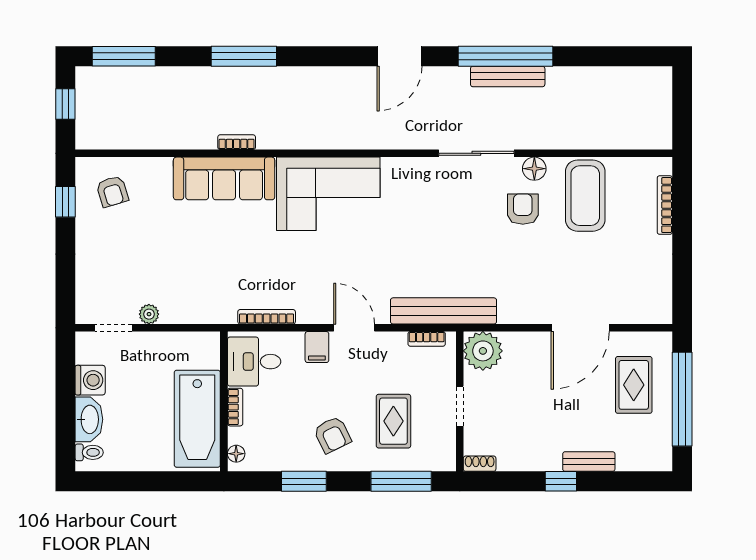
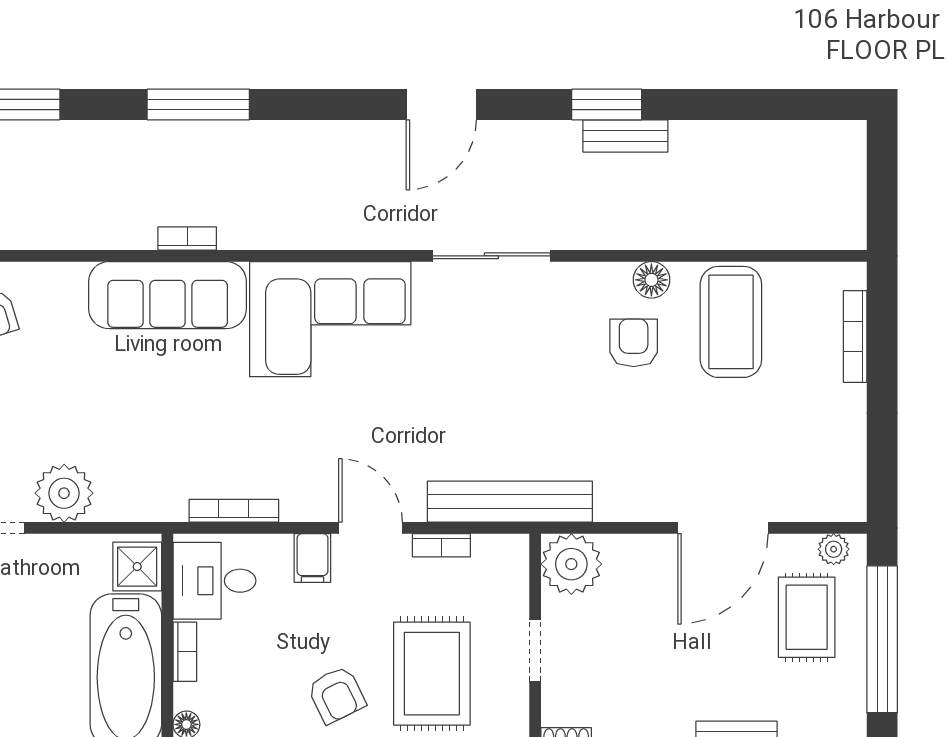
window: (506, 56) -> (607, 104), width x0.47
bench: (508, 76) -> (625, 136), width x0.73
sliding door: (476, 153) -> (491, 256), moved
plant: (149, 314) -> (64, 493), width x1.88, depth x1.88
bookcase: (427, 339) -> (441, 545), moved
plant: (651, 341) -> (834, 549), added
shower: (205, 352) -> (137, 567), added
rug: (393, 421) -> (432, 674), width x1.36, depth x1.43

